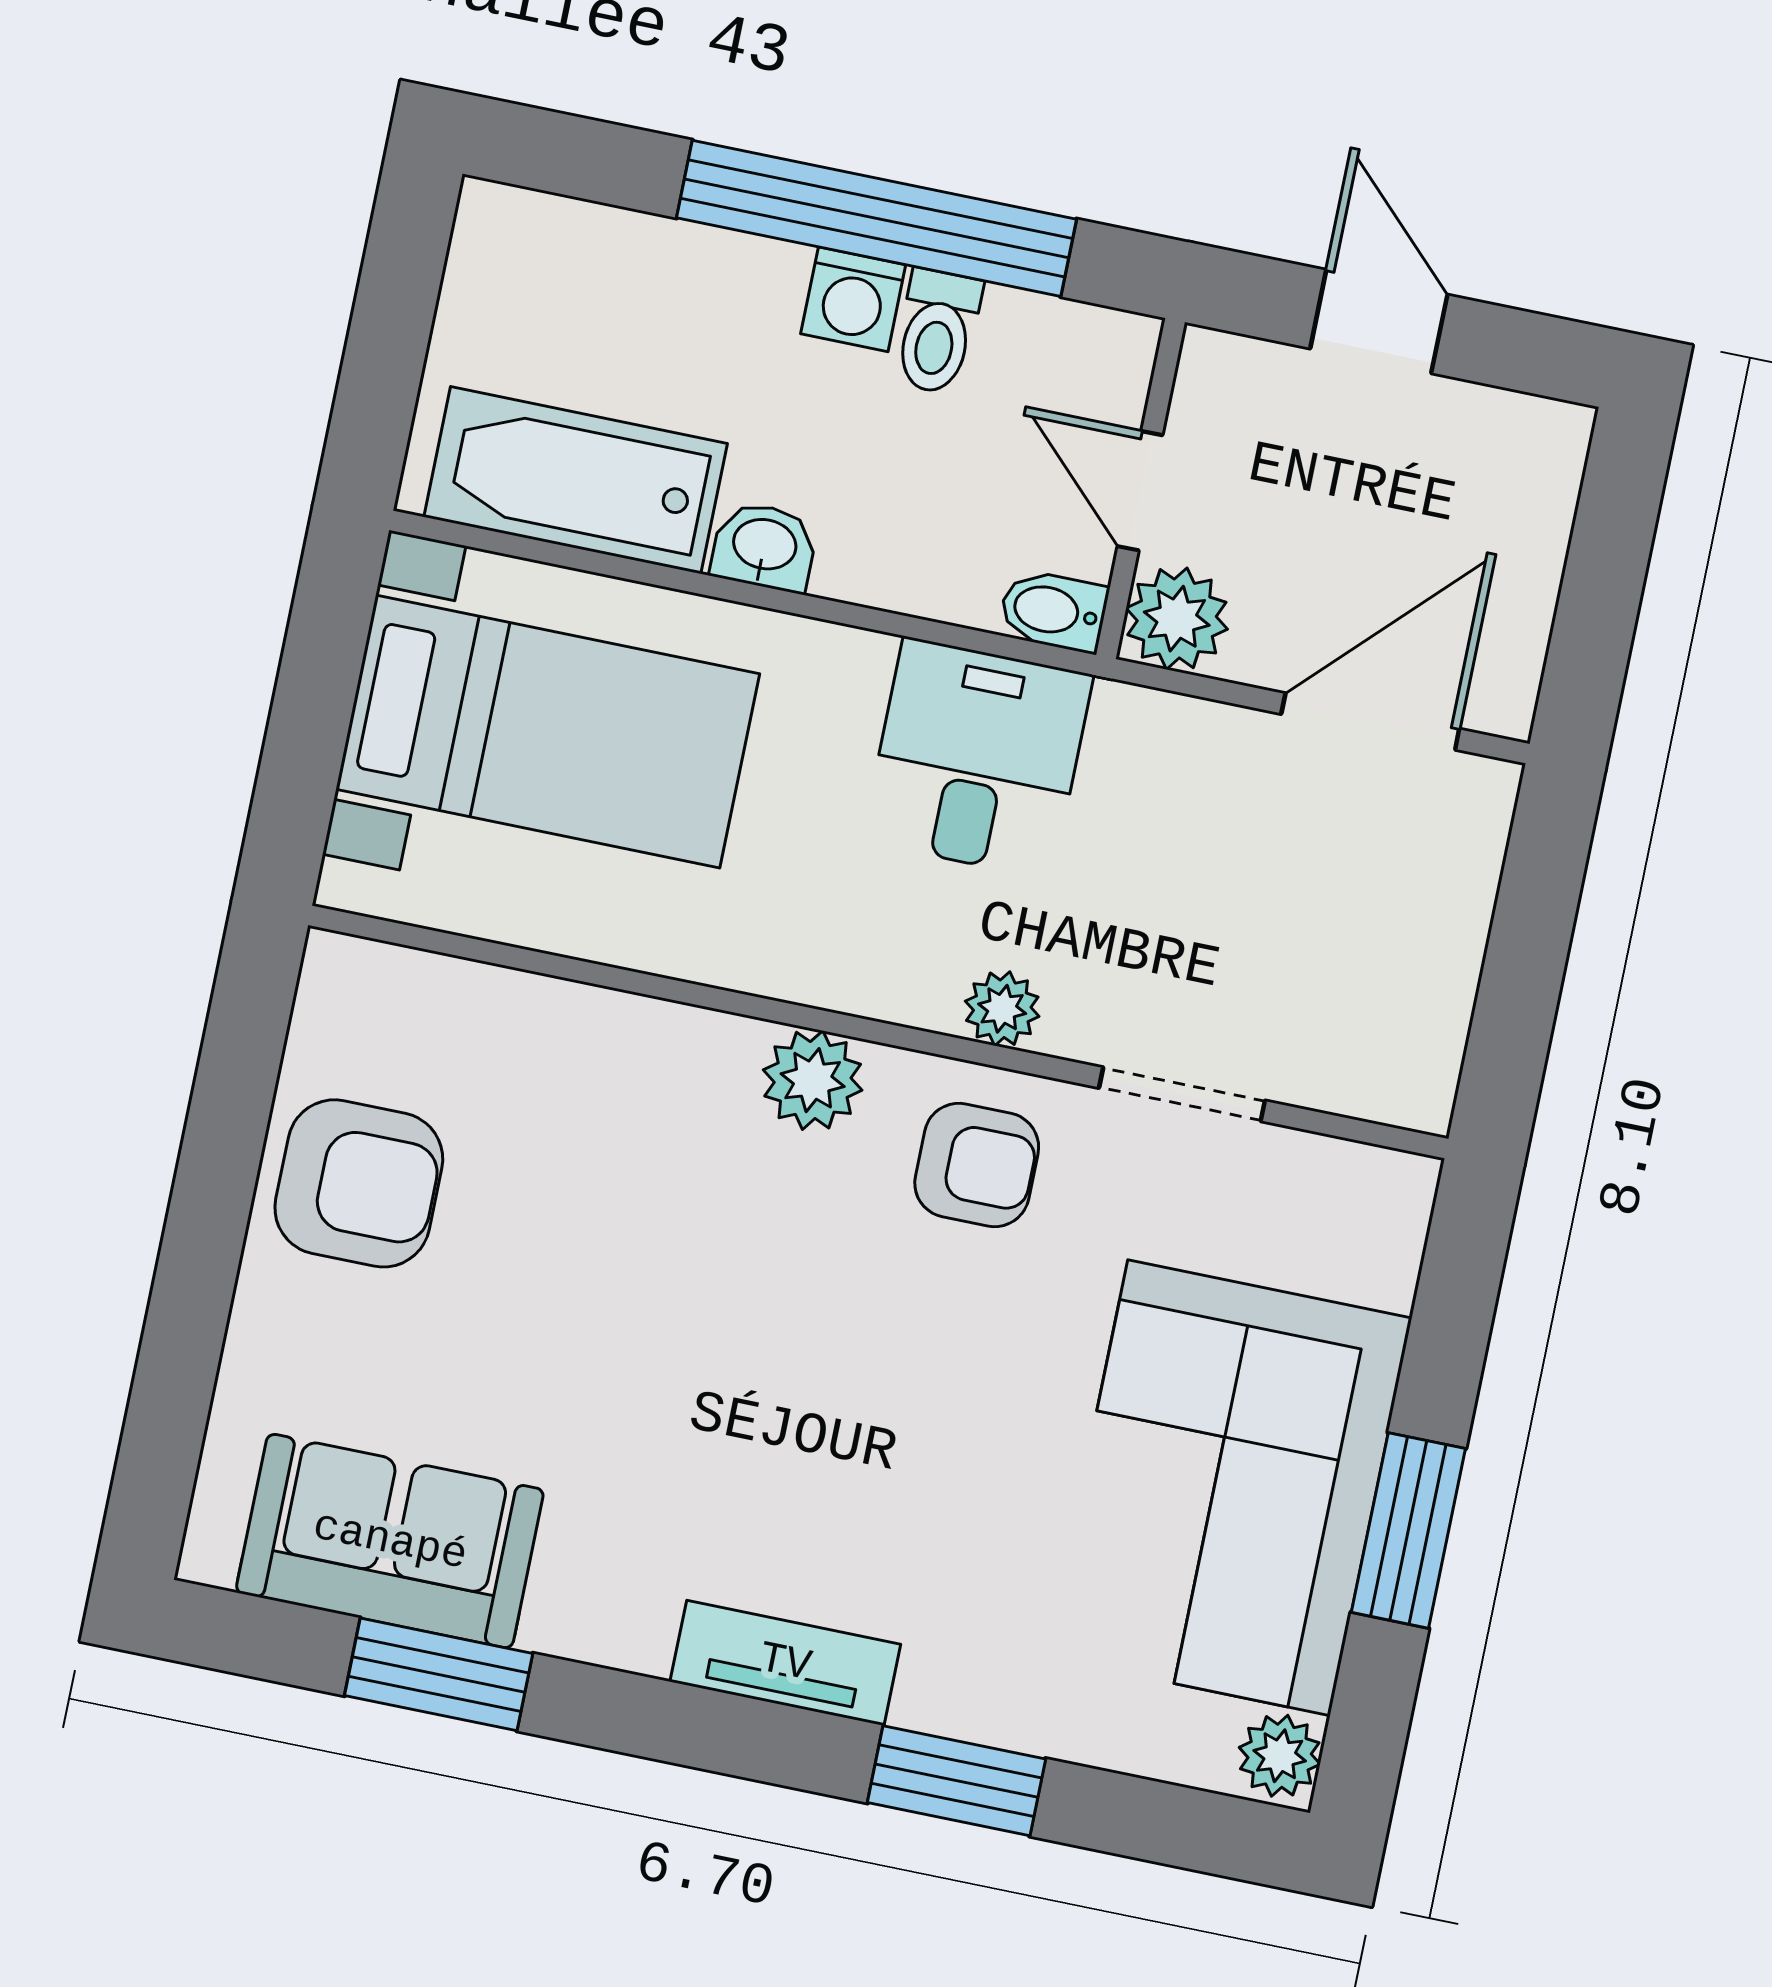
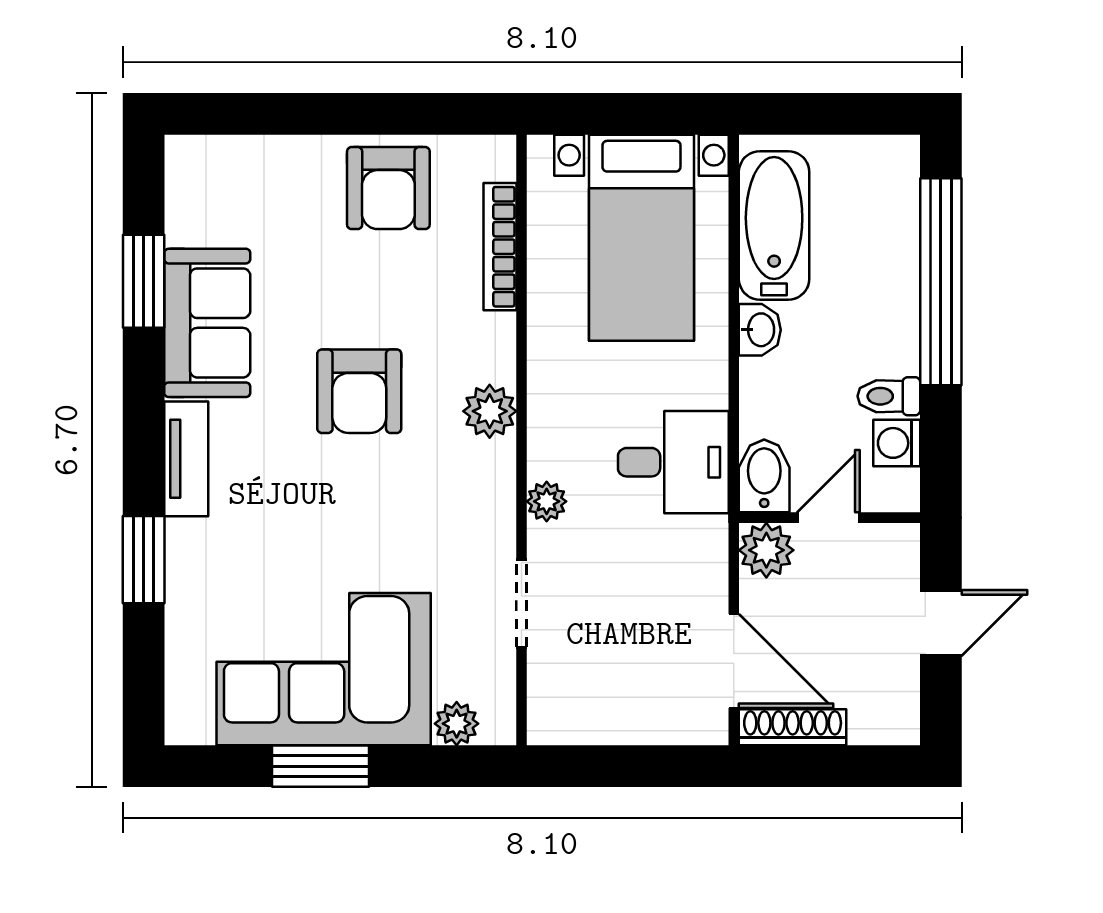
window: (877, 218) -> (941, 282), moved
washing machine: (853, 299) -> (897, 443), moved
bidet: (1053, 611) -> (764, 476), width x1.38, depth x1.36
shoe rack: (1516, 637) -> (793, 727), added
bookcase: (510, 998) -> (500, 247), added
armchair: (977, 1165) -> (359, 391), moved, width x1.38, depth x1.38
sofa: (390, 1541) -> (207, 323), moved
plant: (1280, 1756) -> (457, 724), moved

